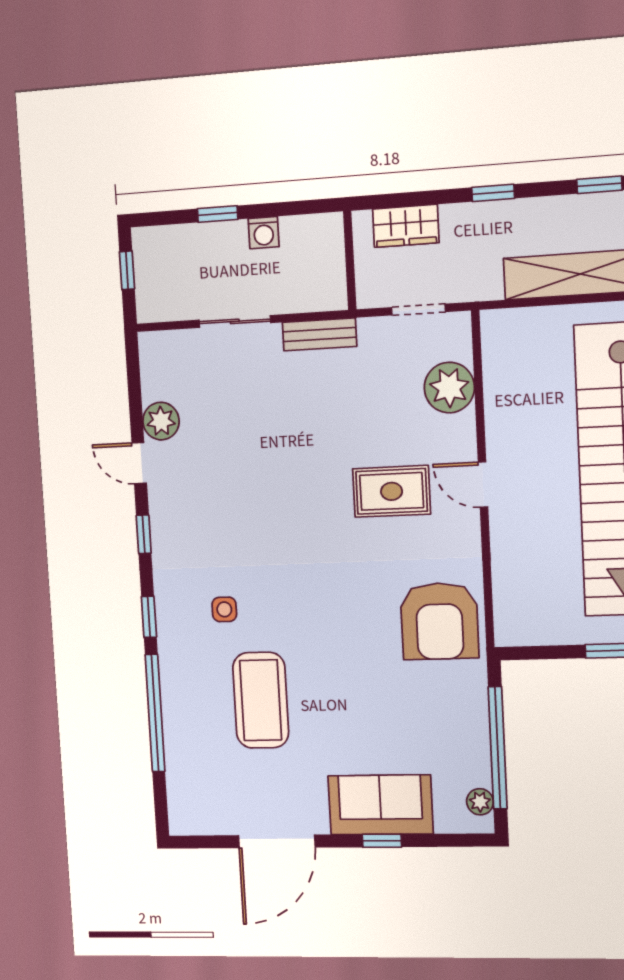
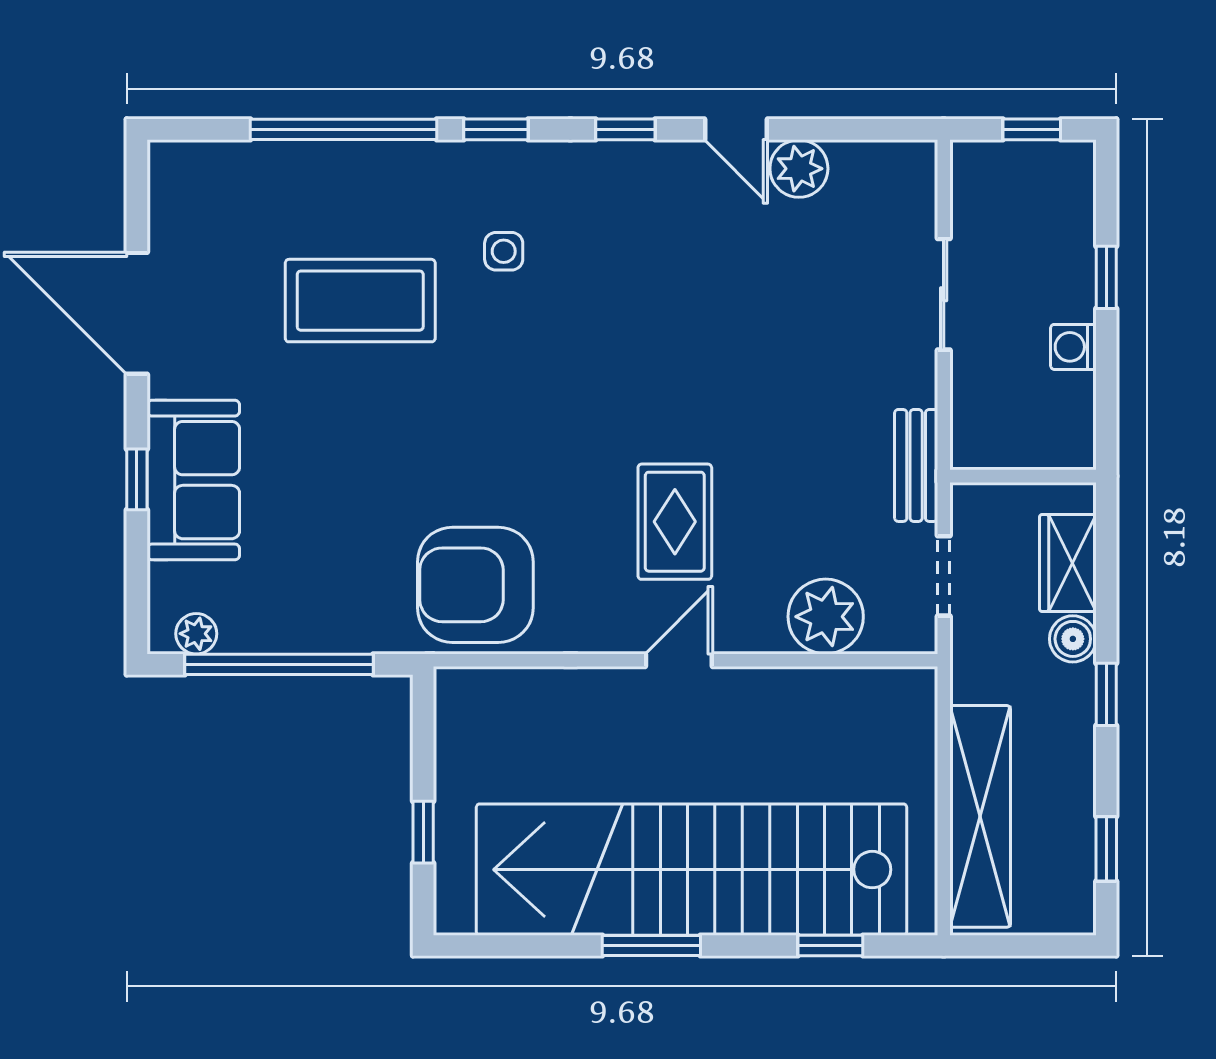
boiler: (457, 219) -> (1073, 639), added
bench: (319, 334) -> (916, 465), moved
door: (139, 463) -> (736, 129), swing flipped

